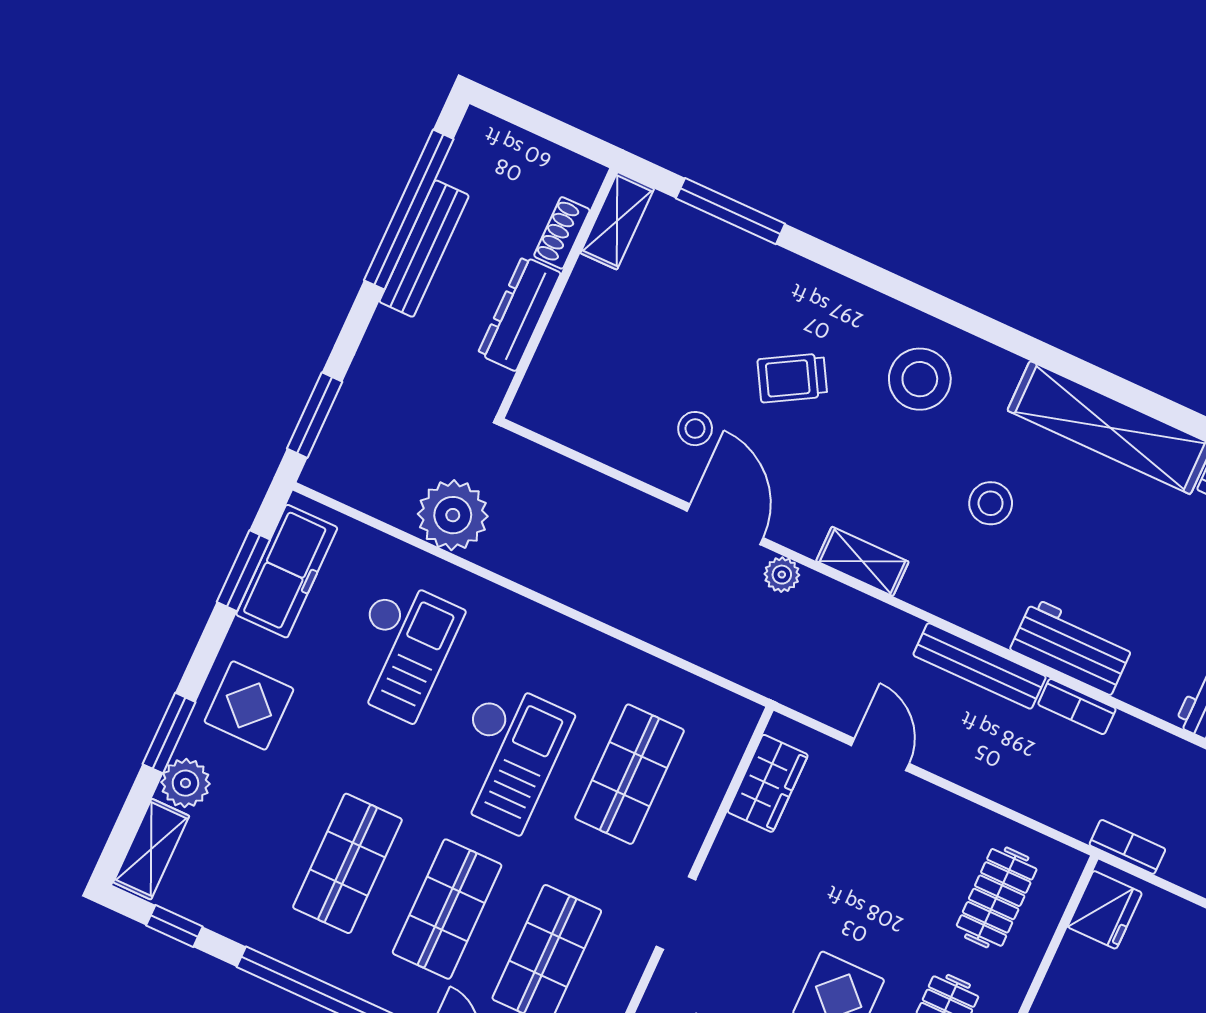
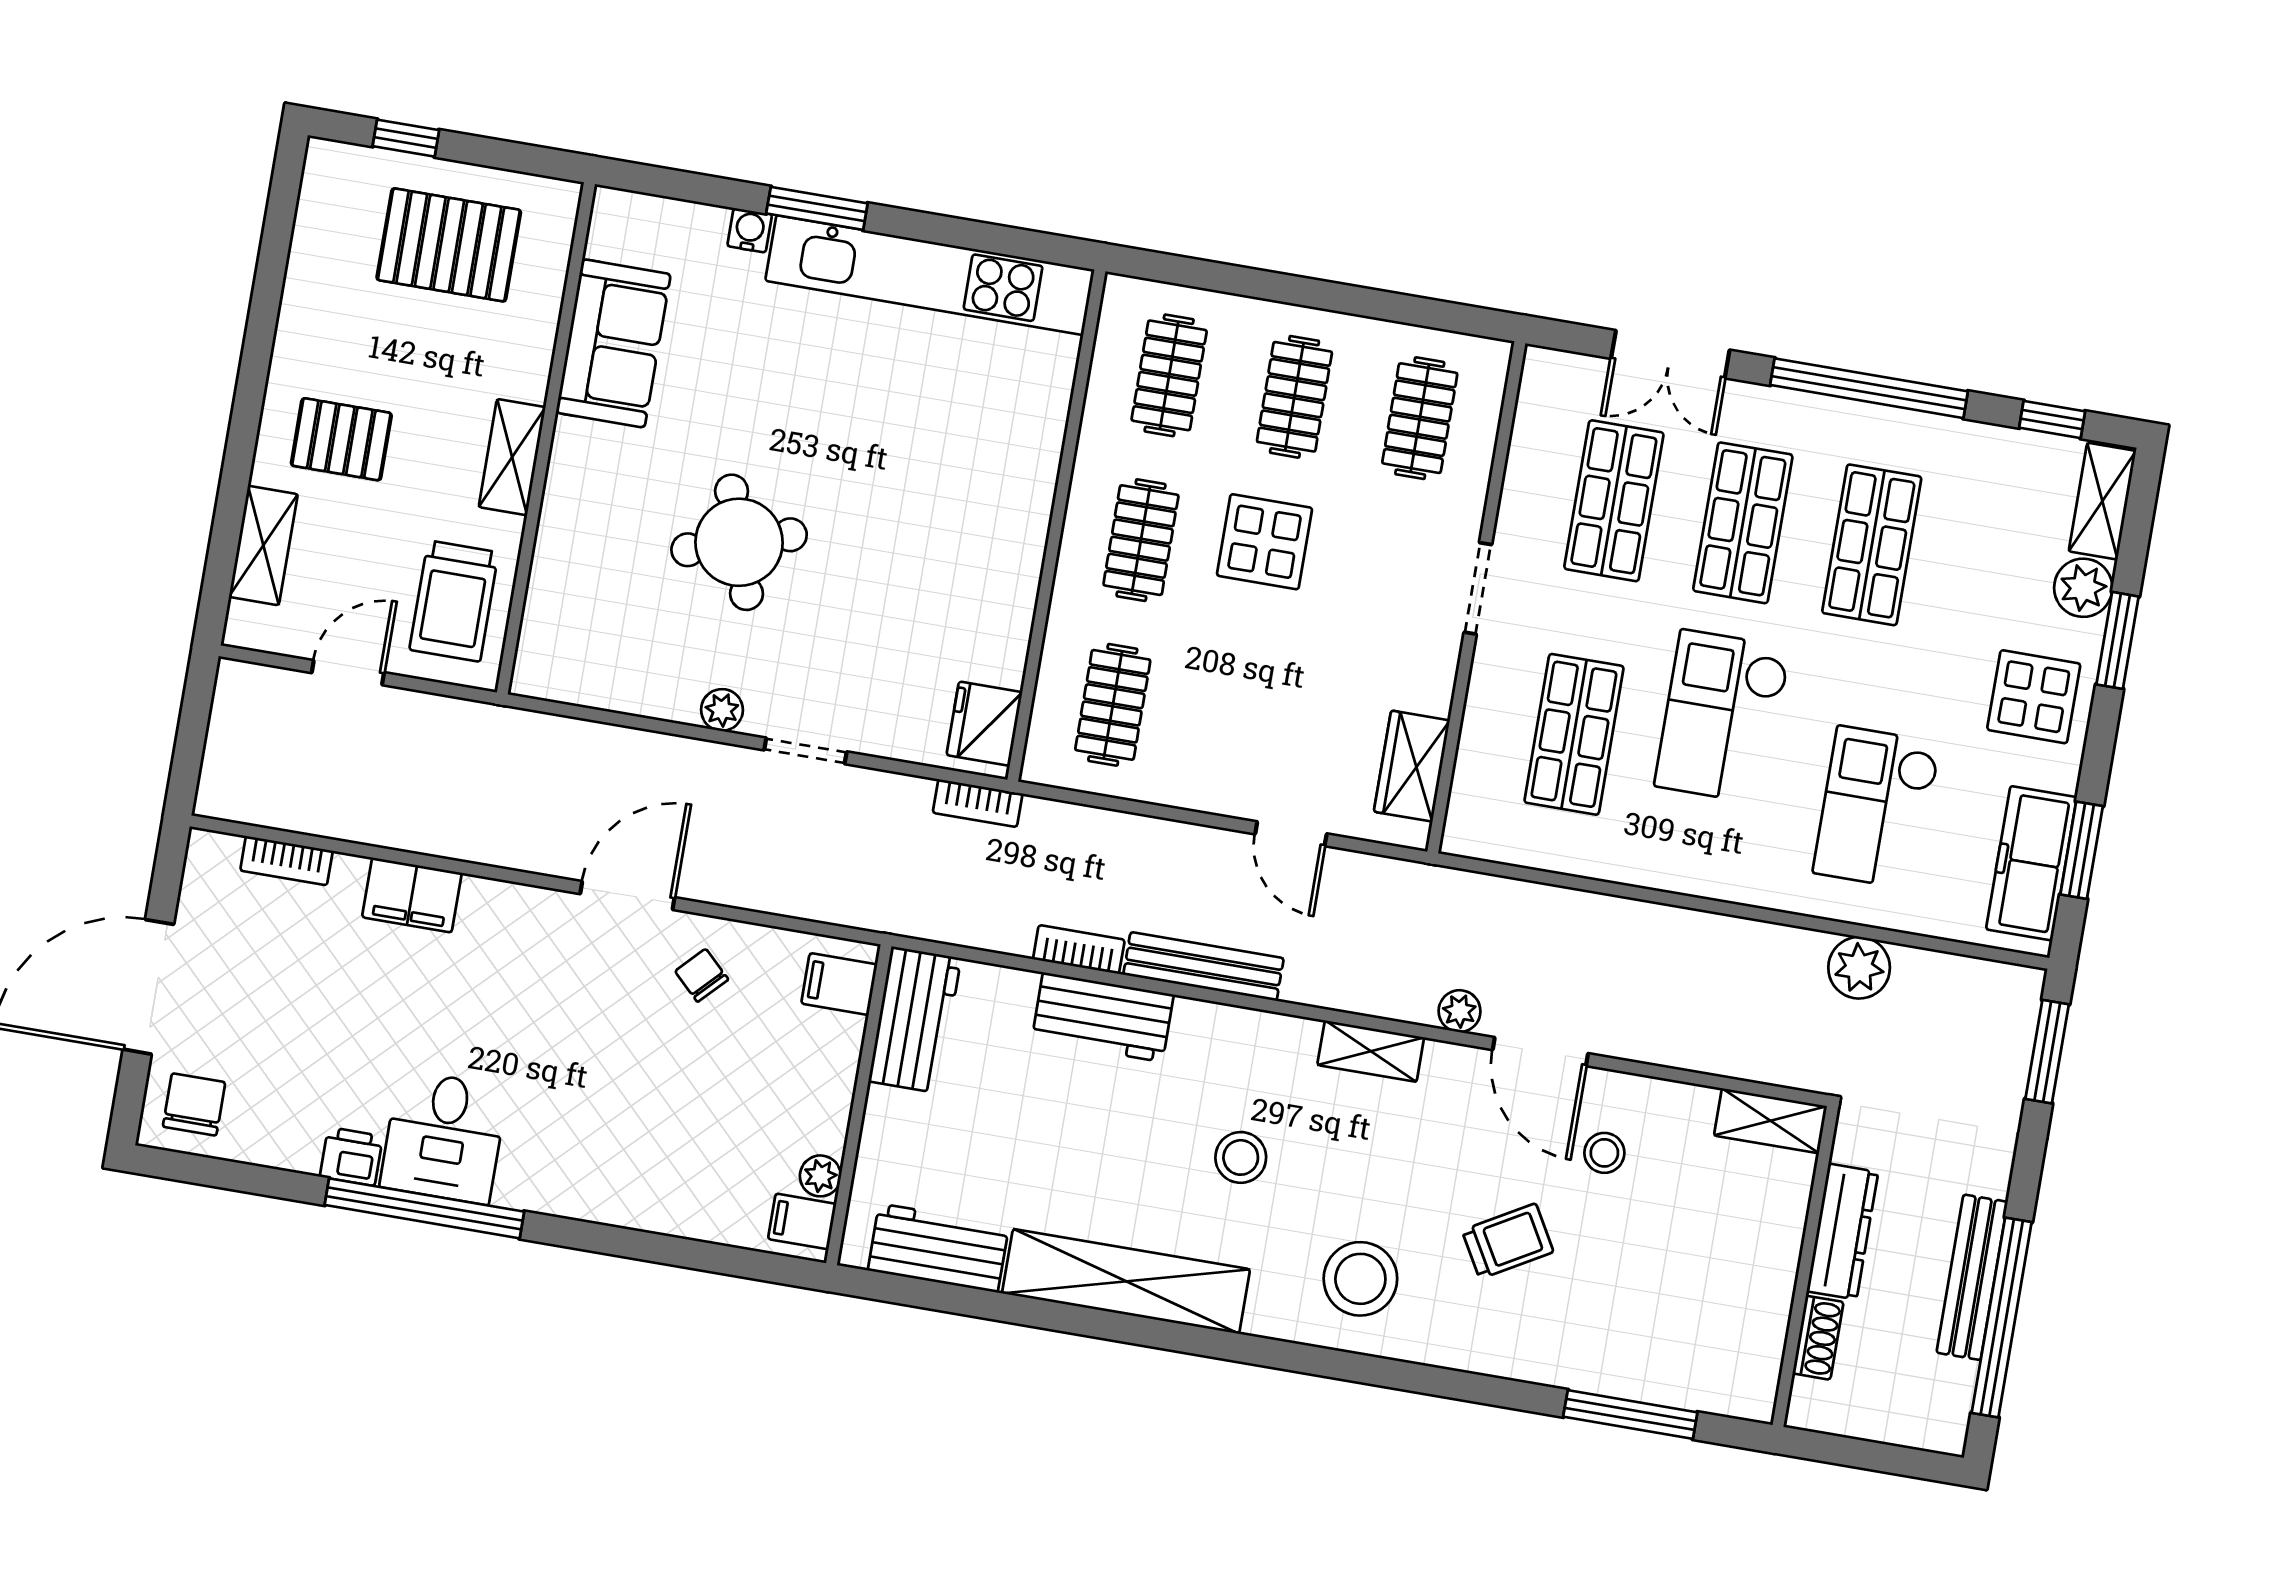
shelving: (617, 221) -> (1770, 1121), moved, turned 90
plant: (453, 515) -> (1859, 968), width x0.73, depth x0.73

